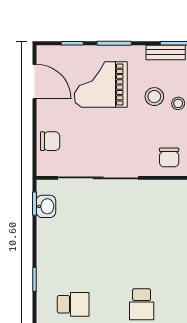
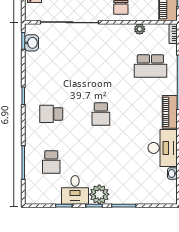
school desk: (73, 304) -> (51, 114), turned 180

